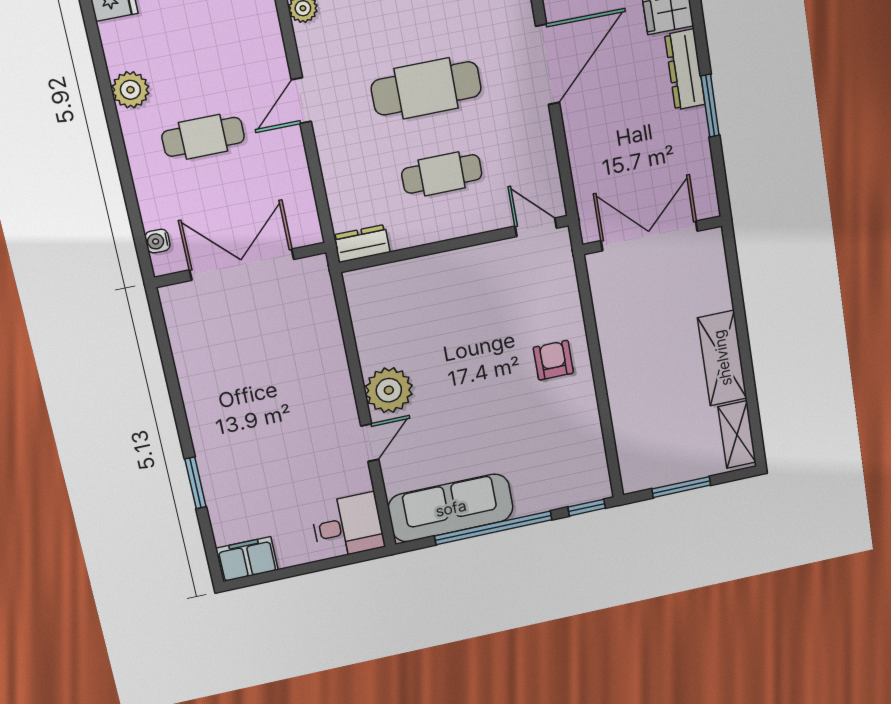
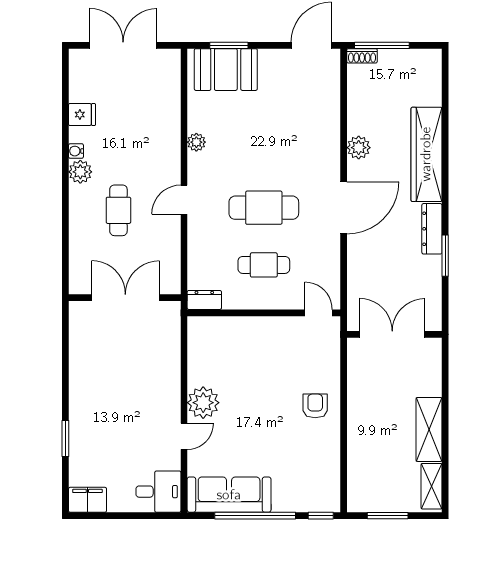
cafe table: (203, 137) -> (118, 210), turned 90
water cooler: (157, 241) -> (76, 151), moved

